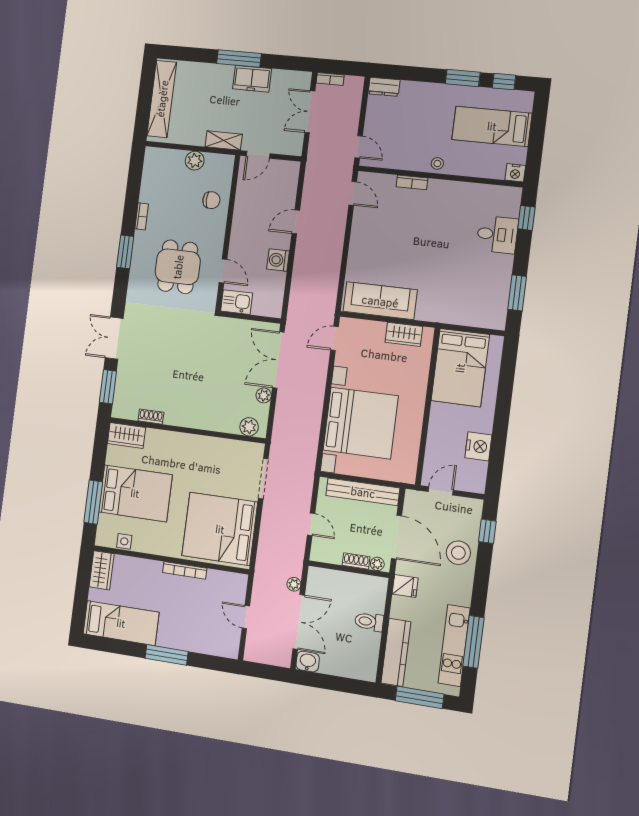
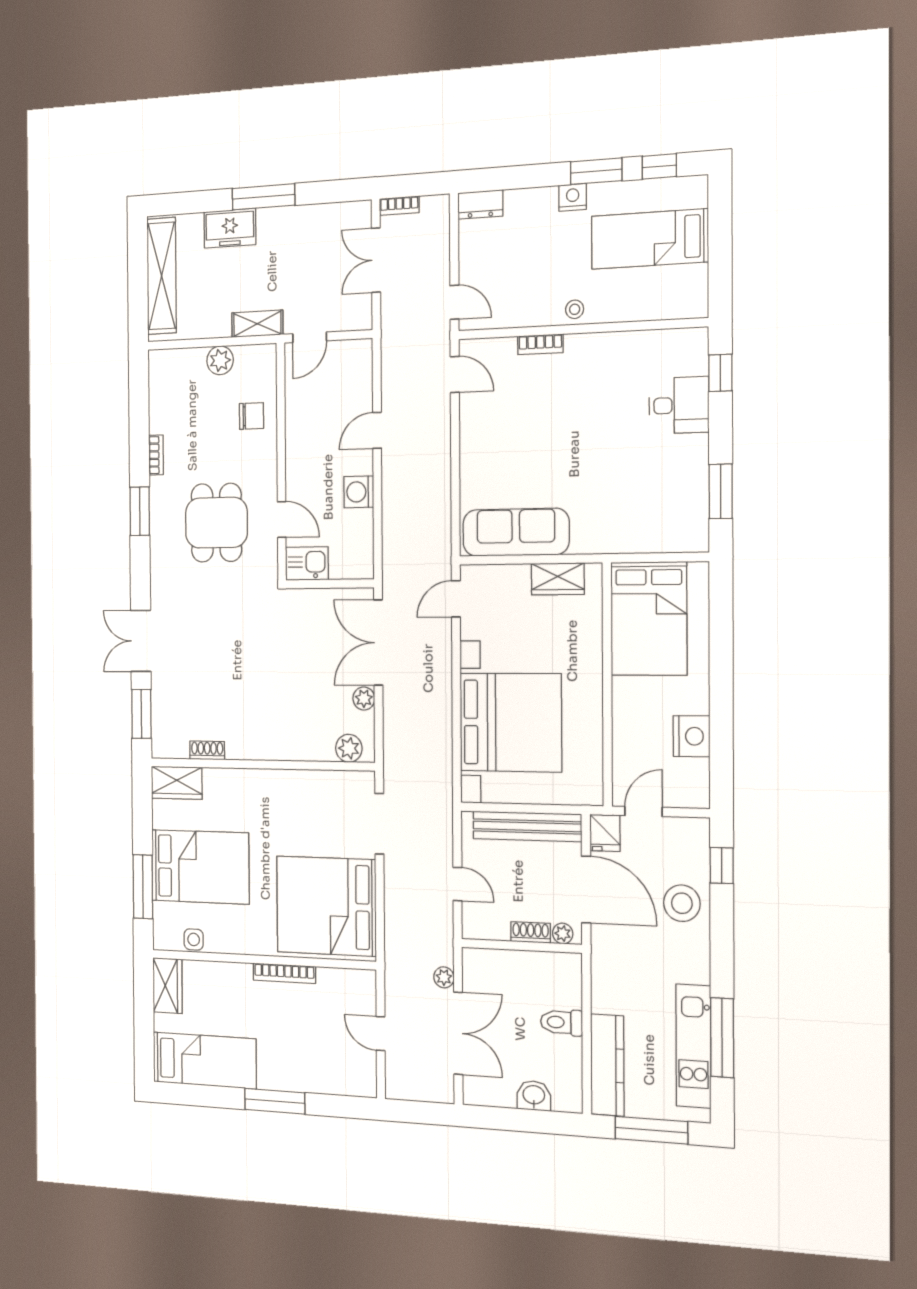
freezer: (252, 79) -> (230, 228), moved
nightstand: (515, 173) -> (573, 197), moved, turned 180
fridge: (405, 586) -> (605, 833), moved, turned 90
washbasin: (308, 662) -> (534, 1096), moved

